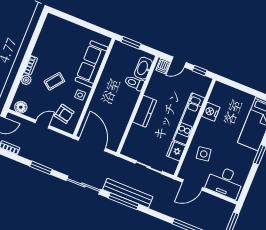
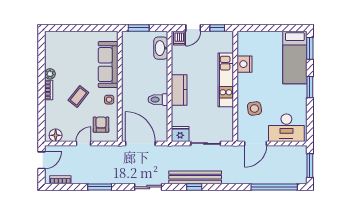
plant: (26, 80) -> (50, 74), moved
toilet: (134, 83) -> (158, 100), moved
armchair: (64, 114) -> (101, 125), turned -102
fridge: (176, 151) -> (180, 134), moved, turned 90
sliding door: (83, 185) -> (148, 187), width x0.73
window: (124, 201) -> (194, 187), width x0.46

